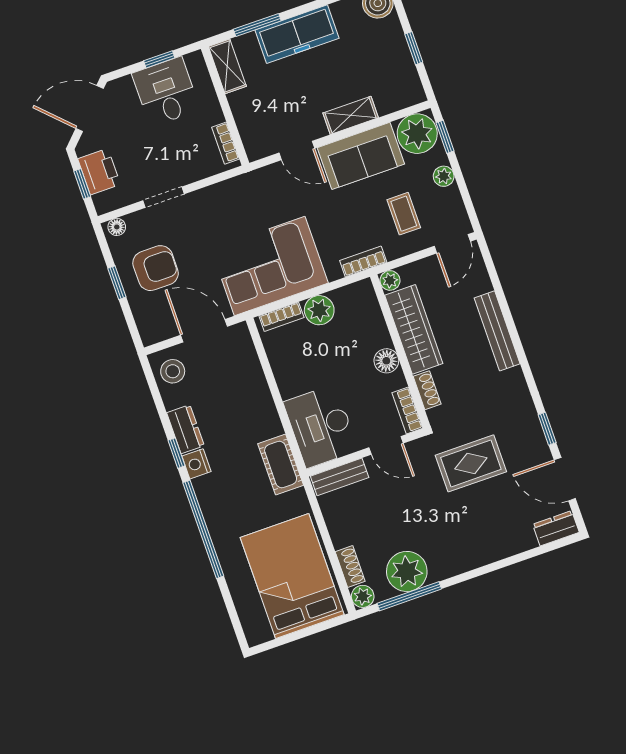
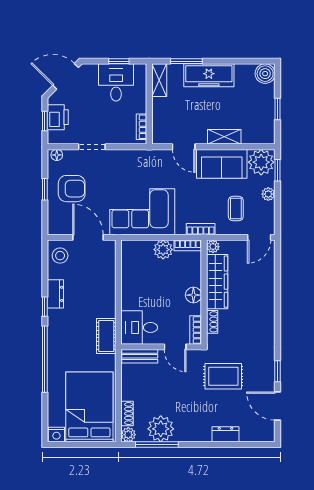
bookcase: (281, 317) -> (188, 245), moved
bench: (497, 331) -> (268, 301), removed
desk: (321, 426) -> (139, 327), width x0.73
nightstand: (196, 464) -> (56, 435), moved, turned -90
dresser: (556, 528) -> (225, 434), moved

